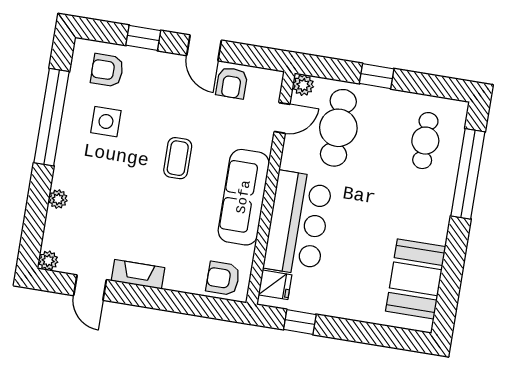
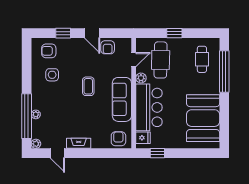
plant: (303, 85) -> (141, 78), moved
window: (52, 117) -> (27, 116), moved
armchair: (223, 278) -> (118, 139), turned 90
booth: (416, 279) -> (203, 118), width x1.36, depth x1.42

